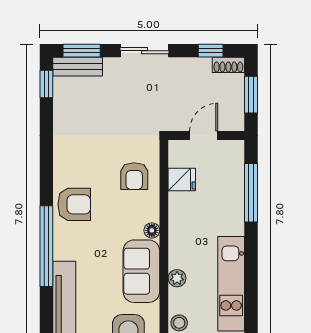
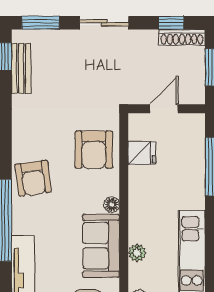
shoe rack: (228, 65) -> (182, 37), width x1.43
bench: (78, 67) -> (21, 68), moved, turned 90
armchair: (134, 176) -> (94, 150), width x1.38, depth x1.38
armchair: (74, 204) -> (33, 178), turned 82

